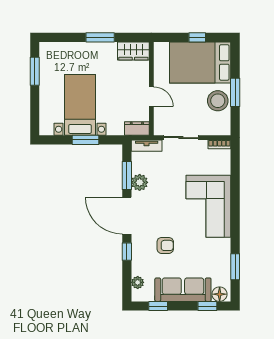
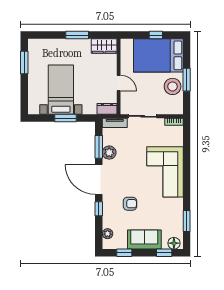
sofa: (183, 290) -> (144, 240), width x0.73

